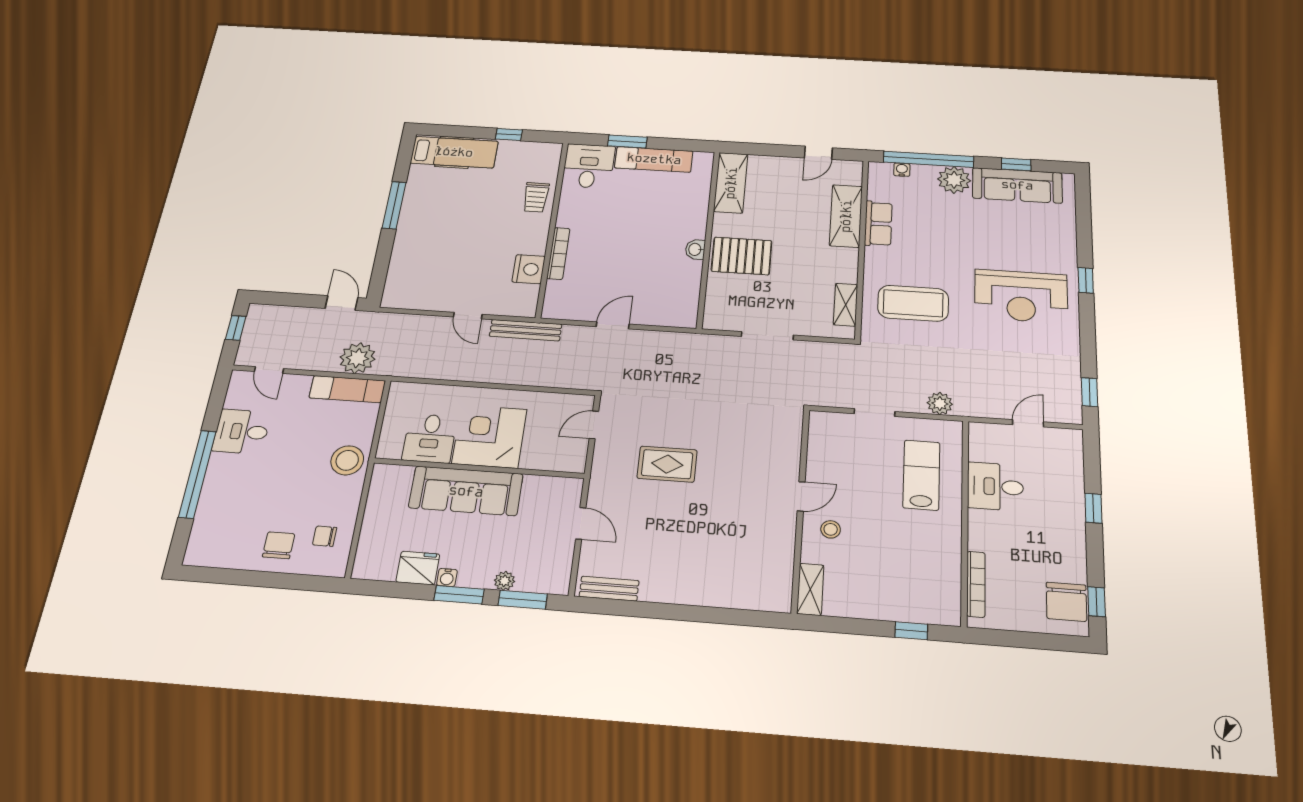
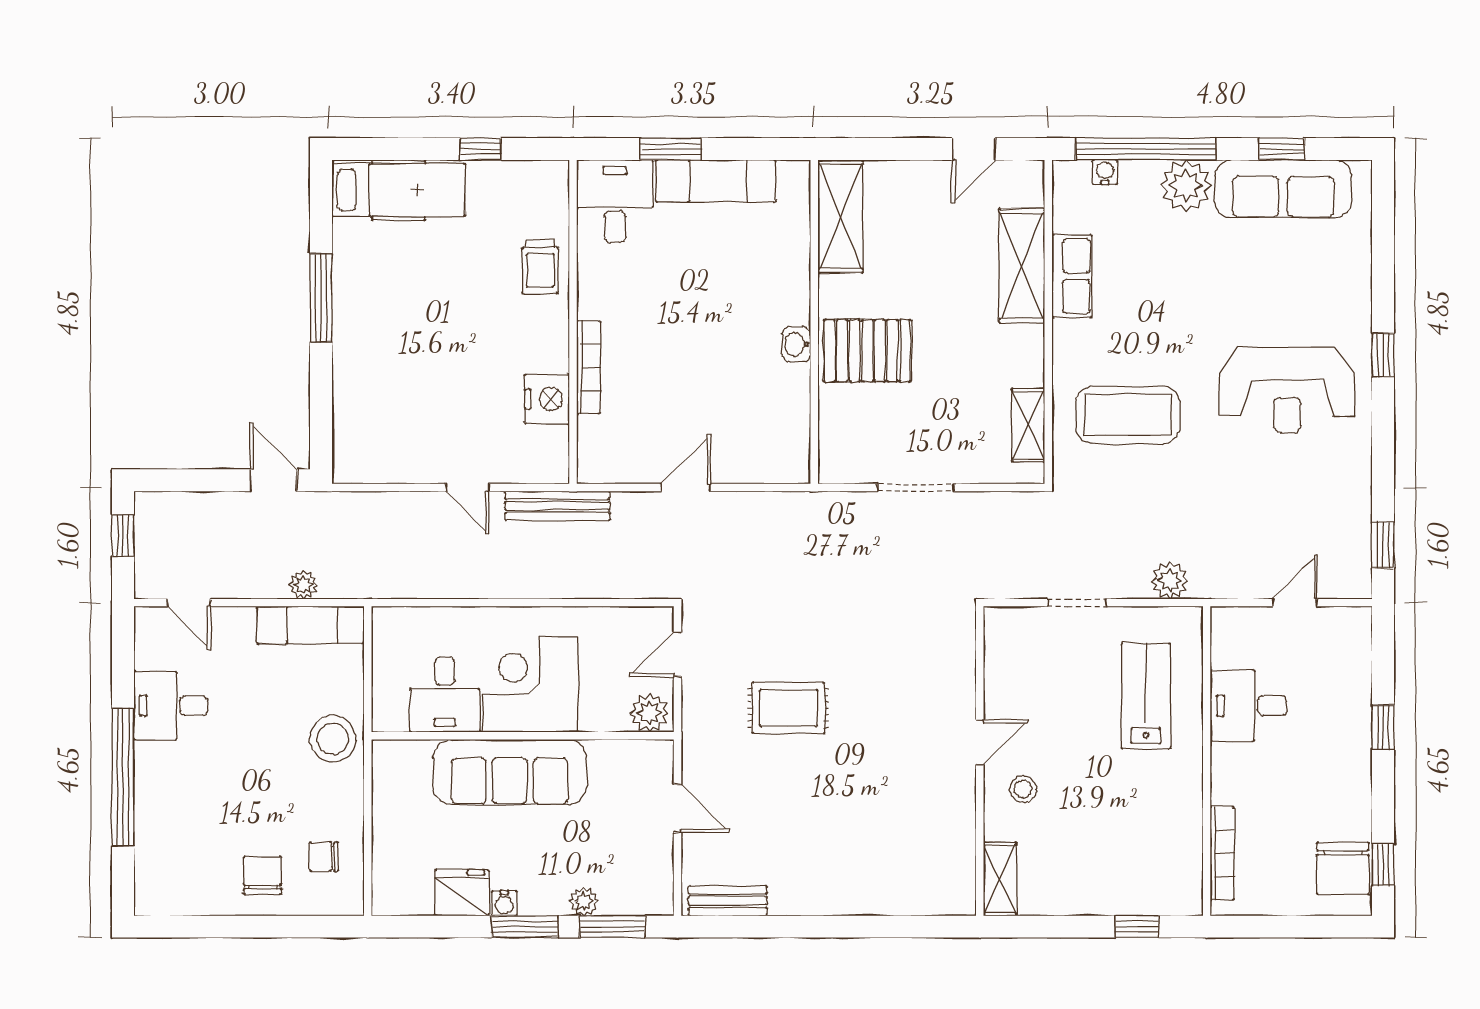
plant: (358, 358) -> (303, 585), width x0.53, depth x0.53
plant: (569, 460) -> (649, 713), added

